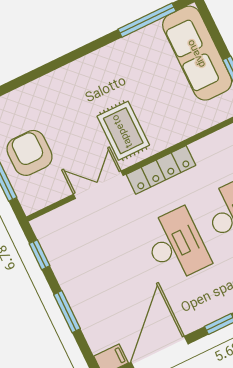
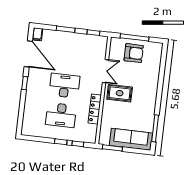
locker: (161, 170) -> (95, 109), moved
desk: (176, 245) -> (64, 86), turned 180

